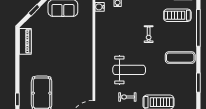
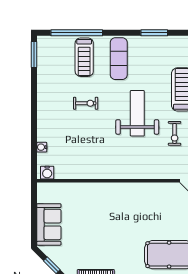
treadmill: (177, 15) -> (84, 57), moved
weight bench: (129, 70) -> (137, 113), moved

